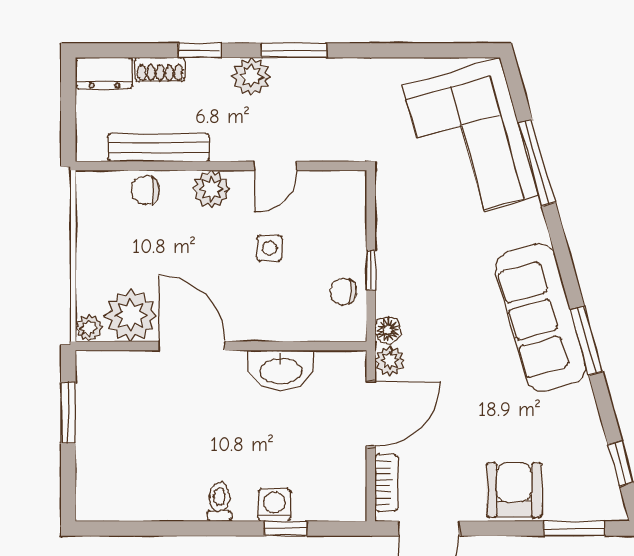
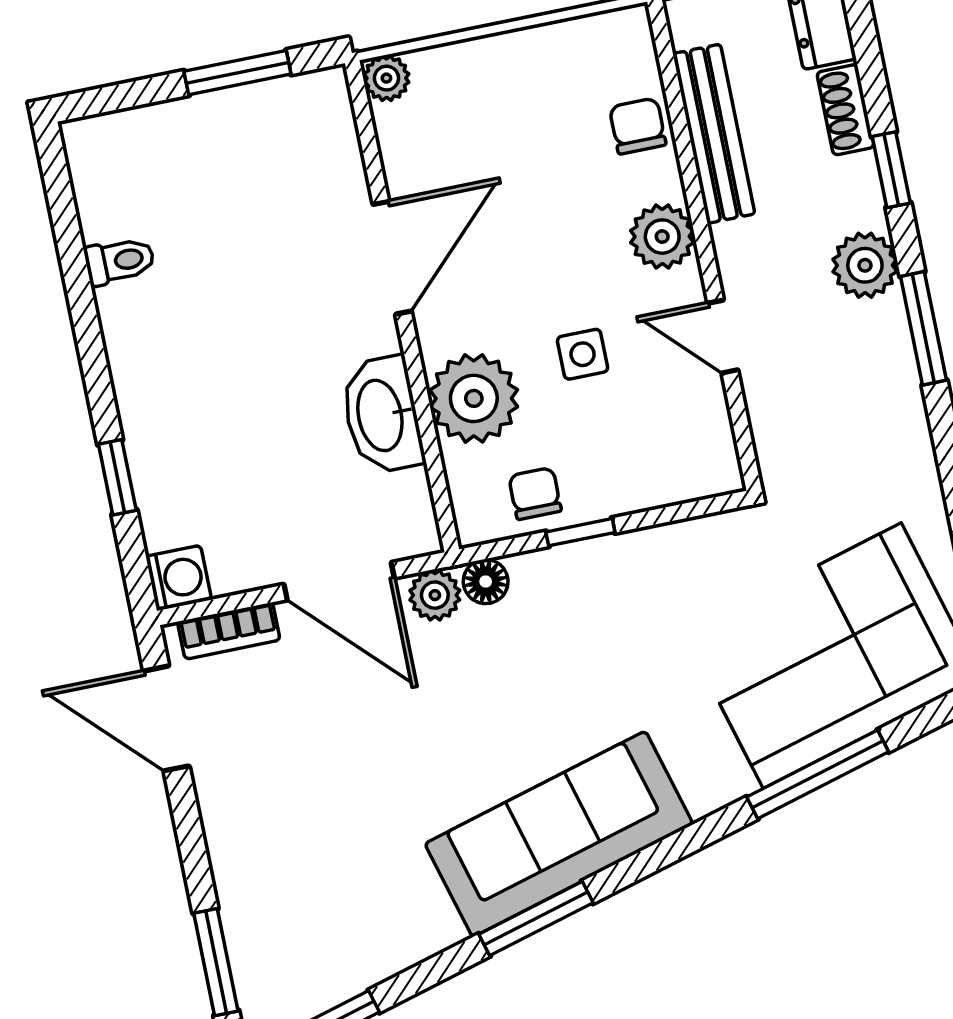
plant: (131, 316) -> (474, 398), moved
armchair: (514, 490) -> (260, 848), removed
toilet: (219, 502) -> (120, 261), moved
washing machine: (274, 505) -> (179, 578), moved

